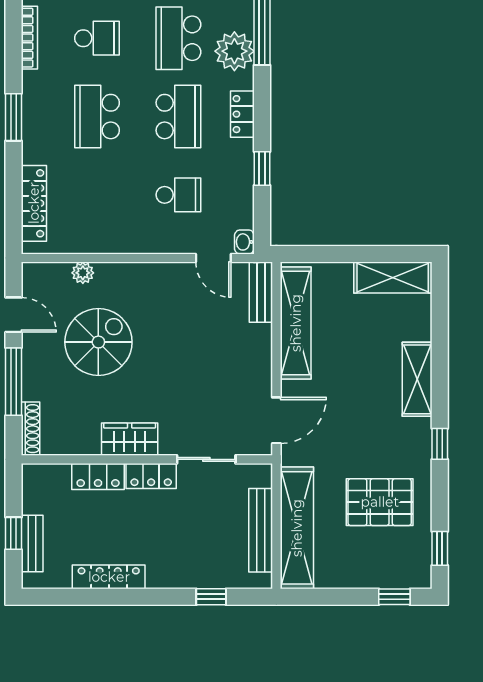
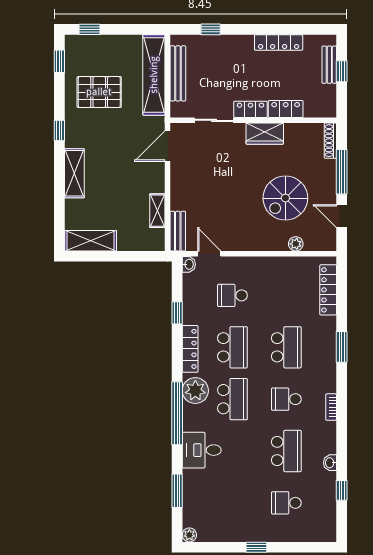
bookcase: (29, 38) -> (331, 407), width x0.64
locker: (242, 114) -> (190, 349), width x1.53
school desk: (178, 117) -> (232, 347), turned 180
shelving: (296, 323) -> (157, 211), width x0.45, depth x0.75

